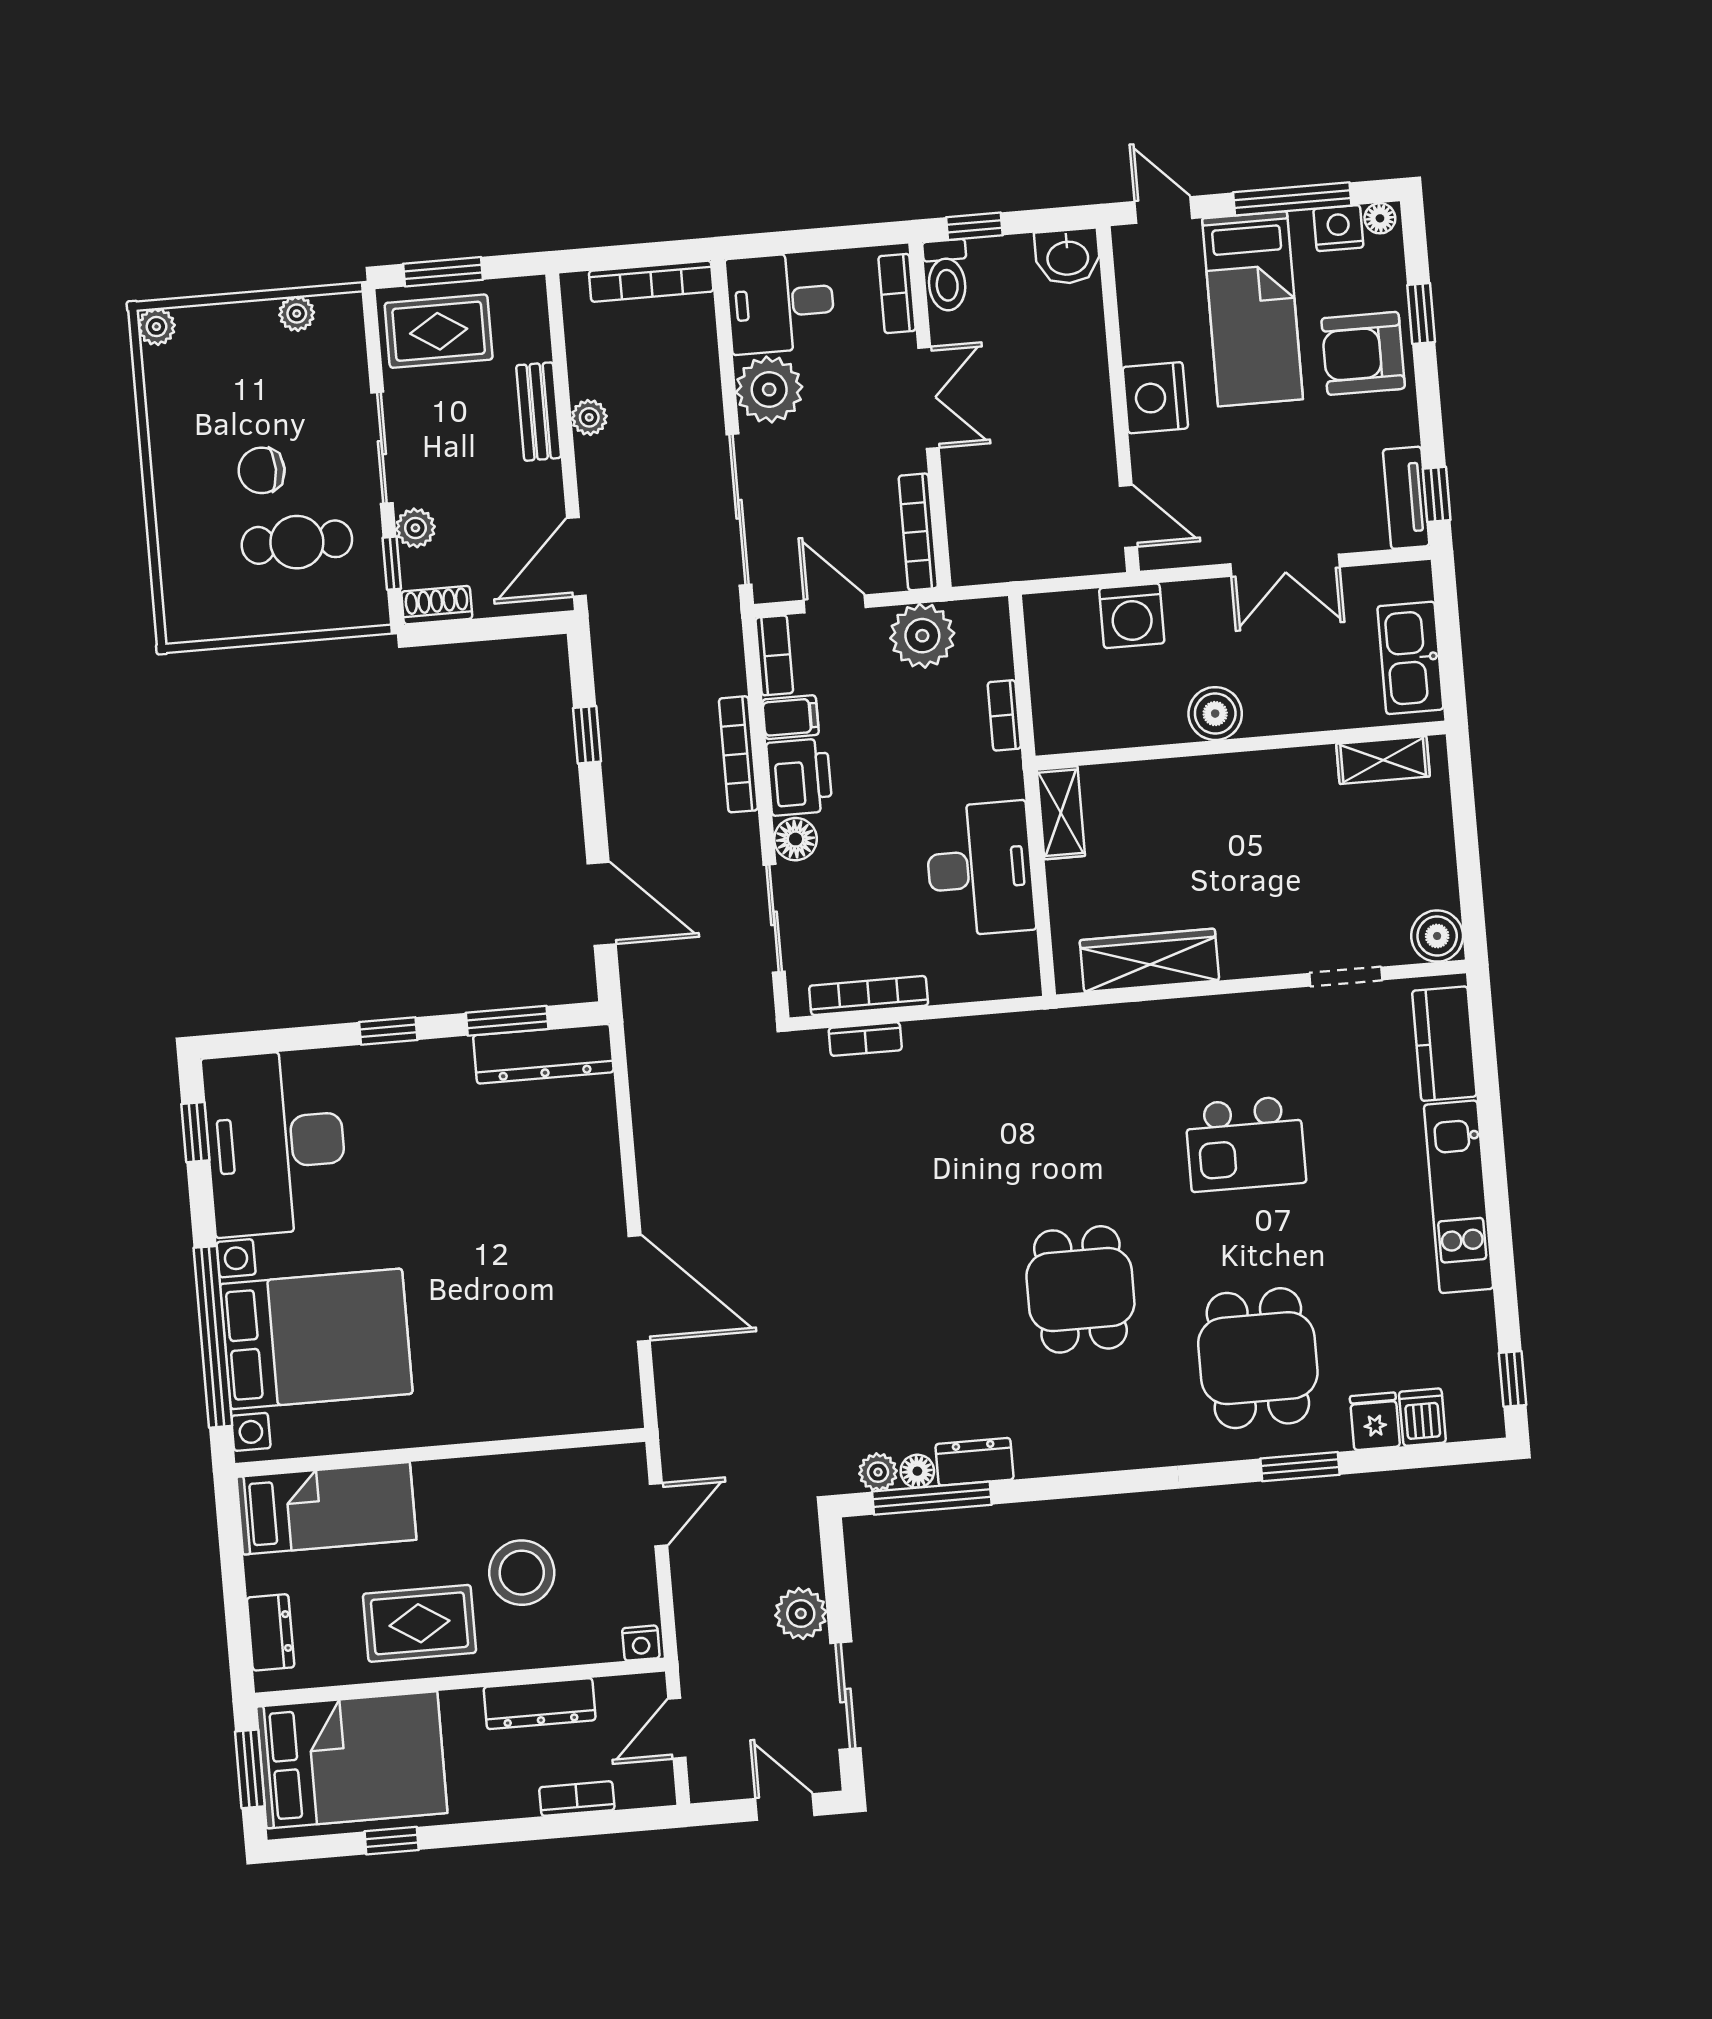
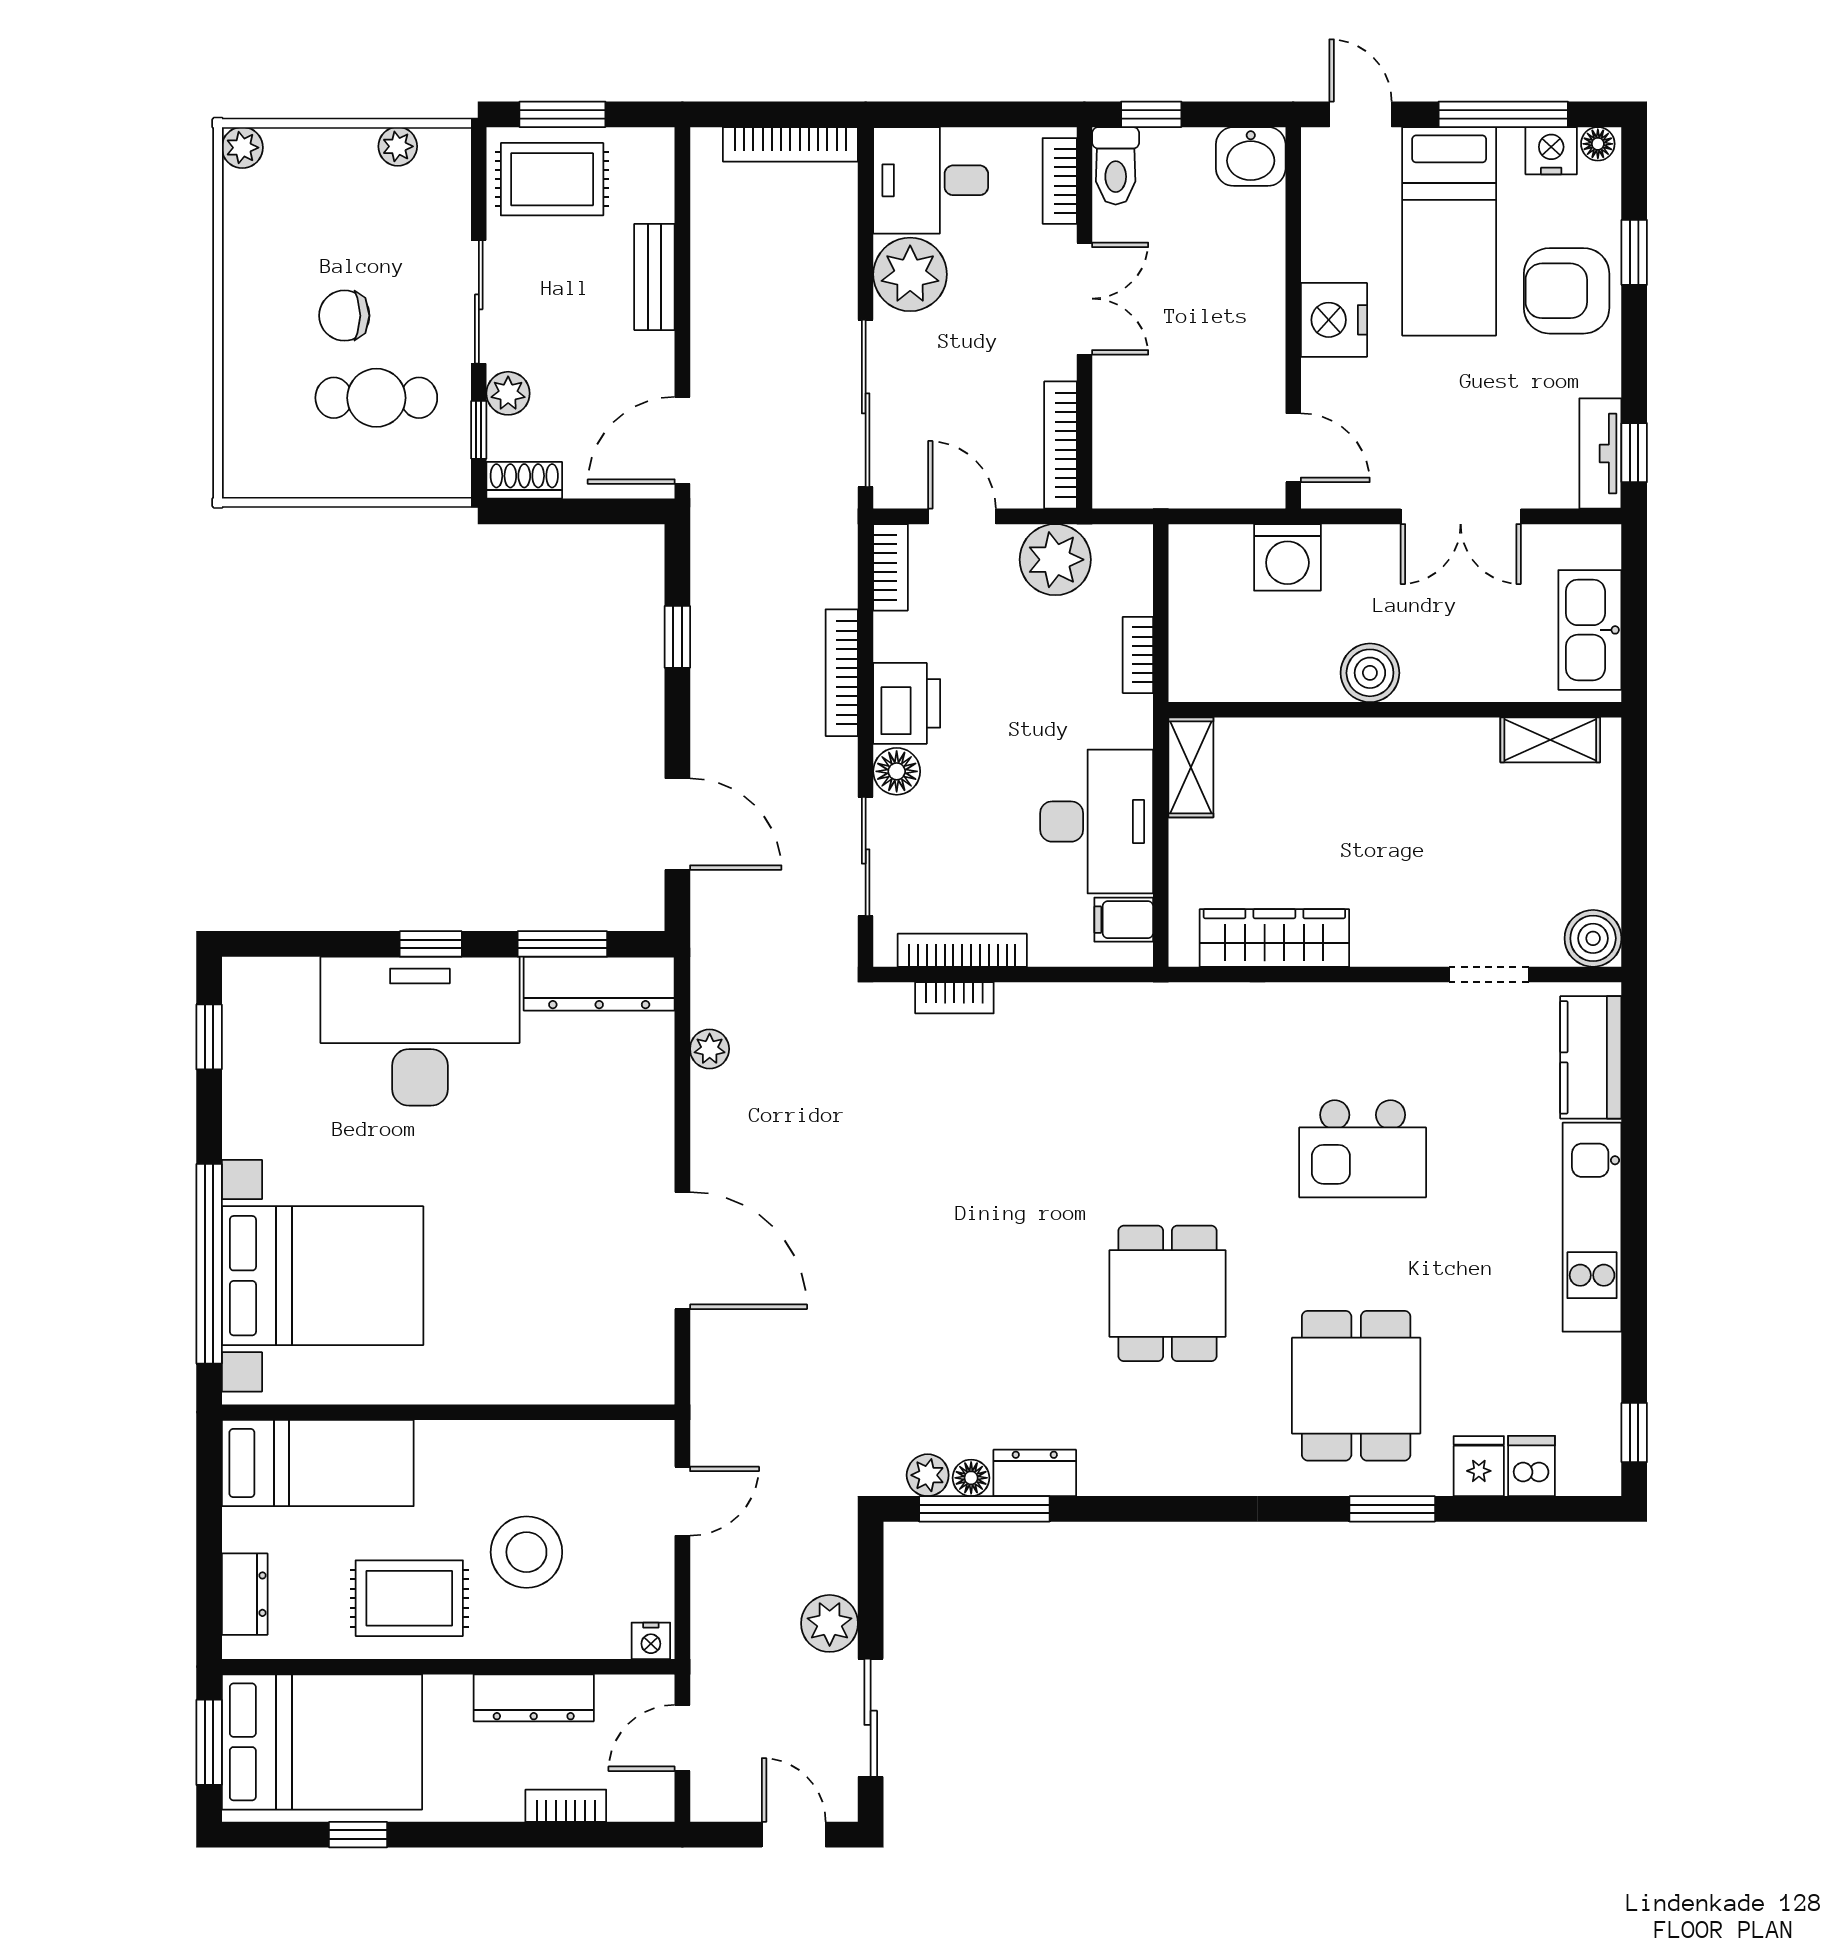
plant: (589, 417) -> (710, 1049), moved
filing cabinet: (791, 717) -> (1124, 920), moved, turned 180
desk: (276, 1143) -> (420, 1031), moved, turned 90

